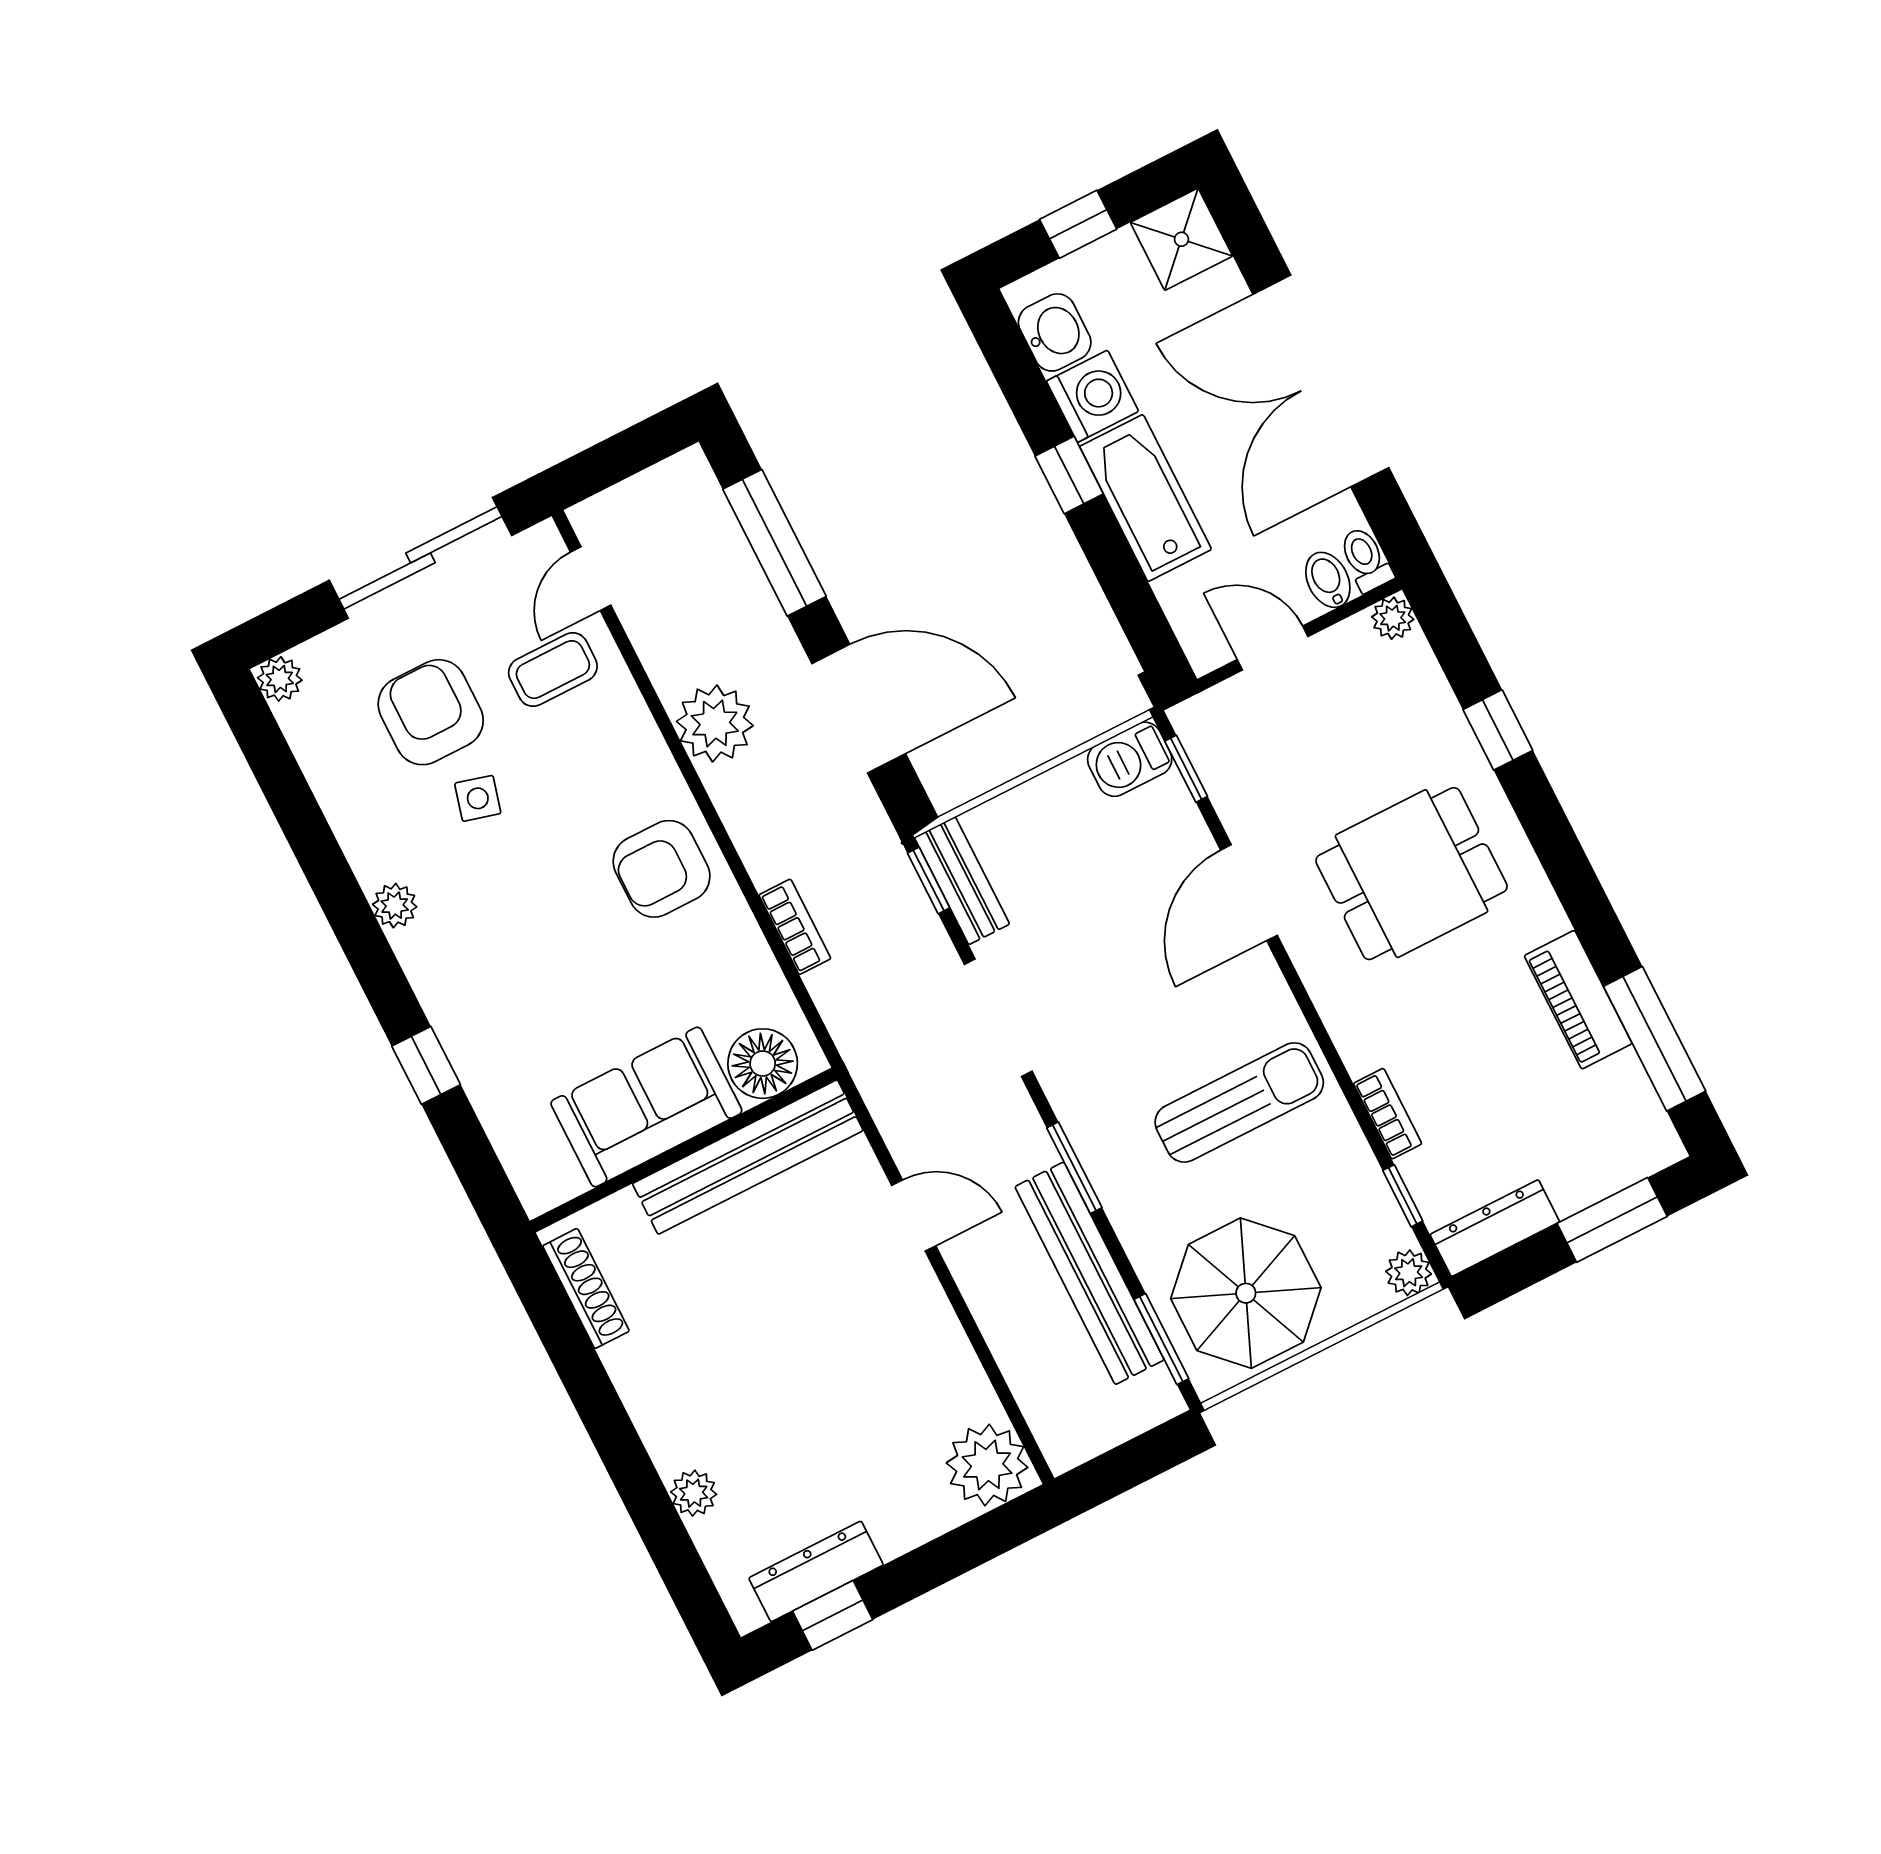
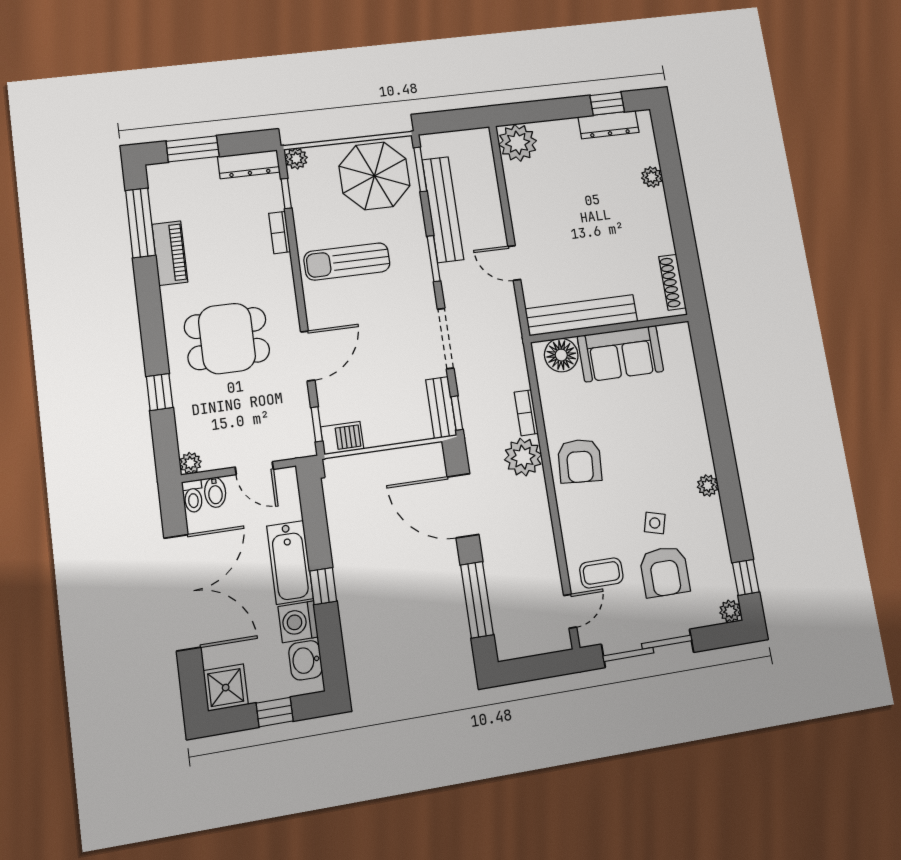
plant: (715, 723) -> (523, 457), moved
armchair: (662, 869) -> (580, 461), turned 94
window: (426, 1065) -> (746, 577), moved

